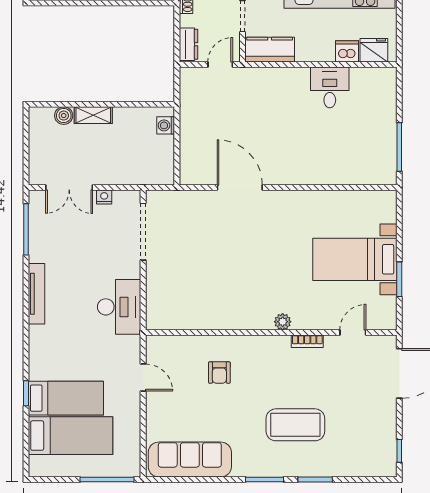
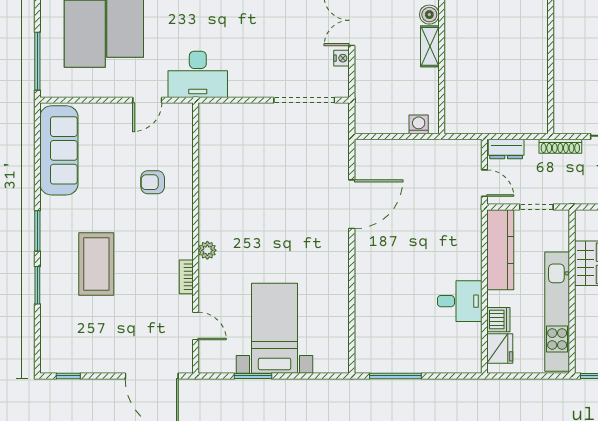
kitchen counter: (270, 50) -> (500, 250), width x1.50
desk: (119, 307) -> (198, 74), moved

